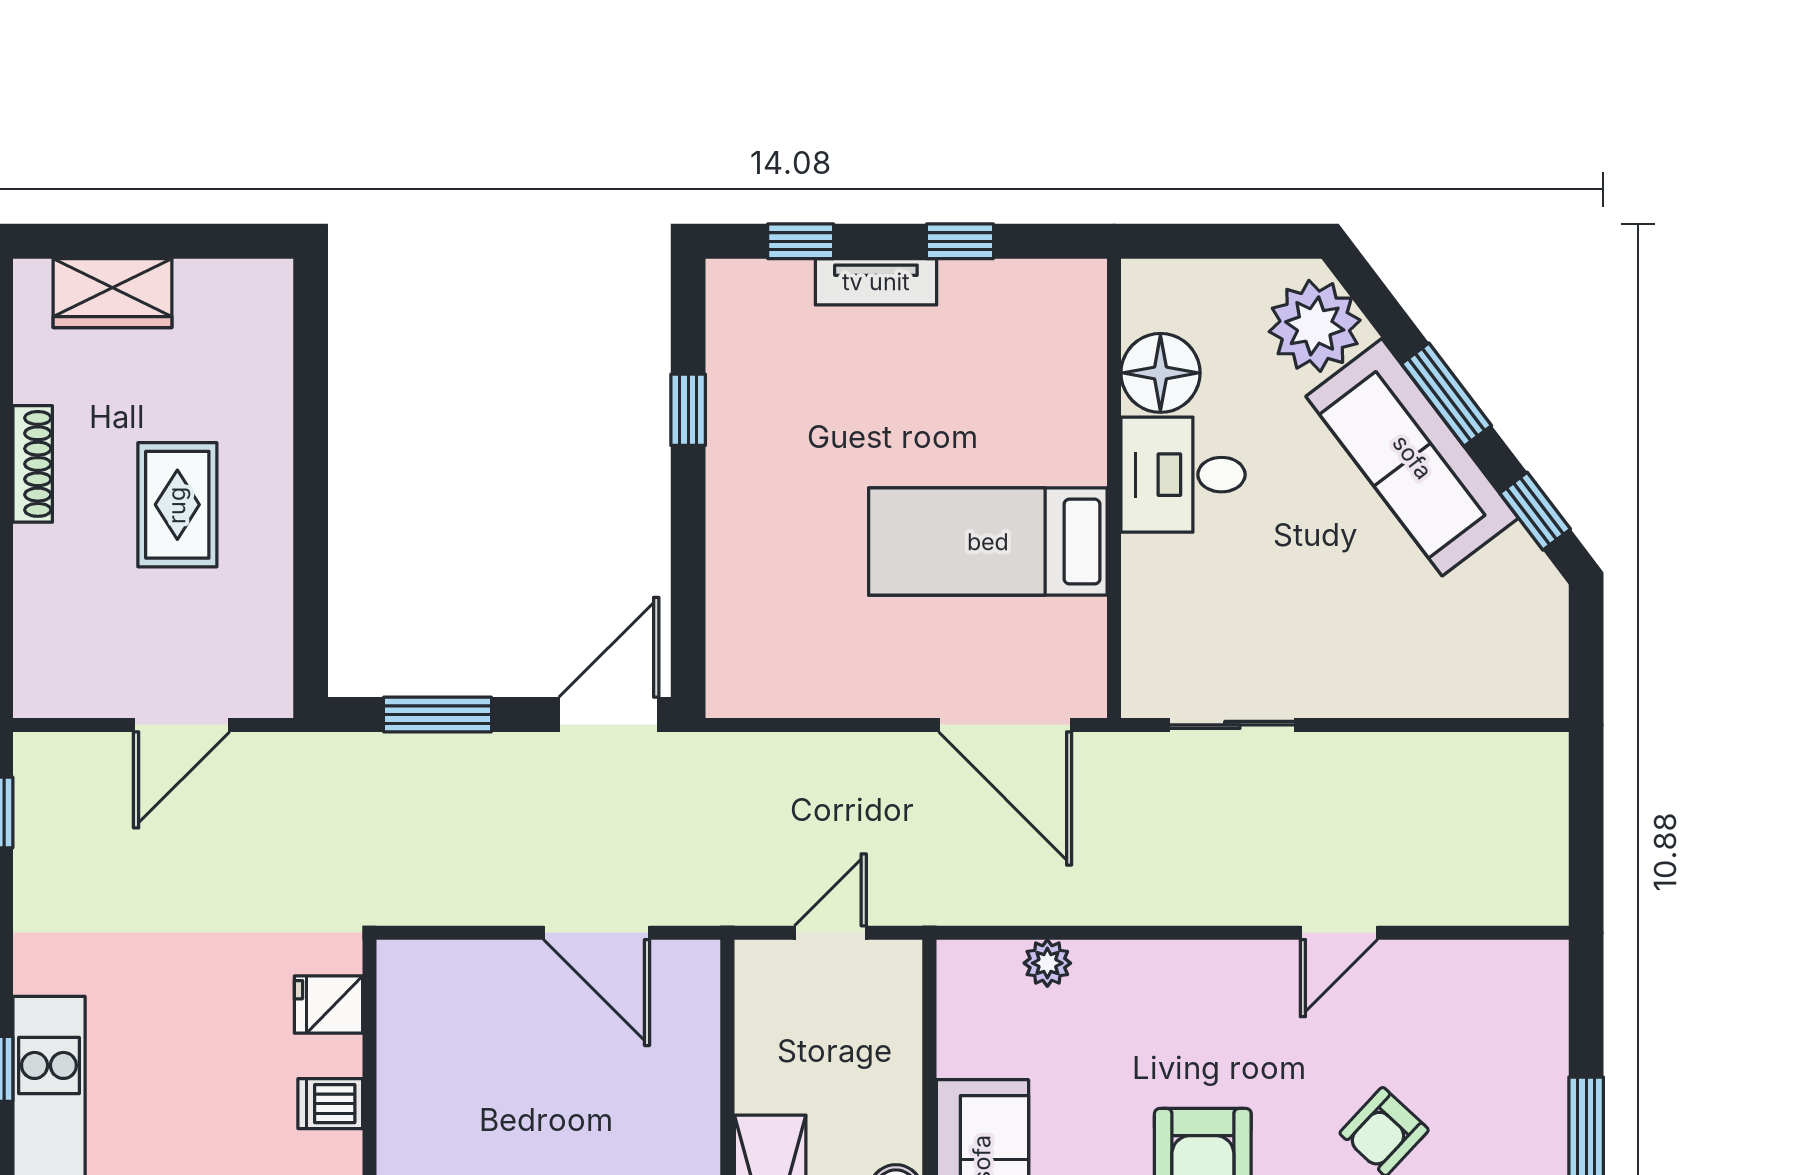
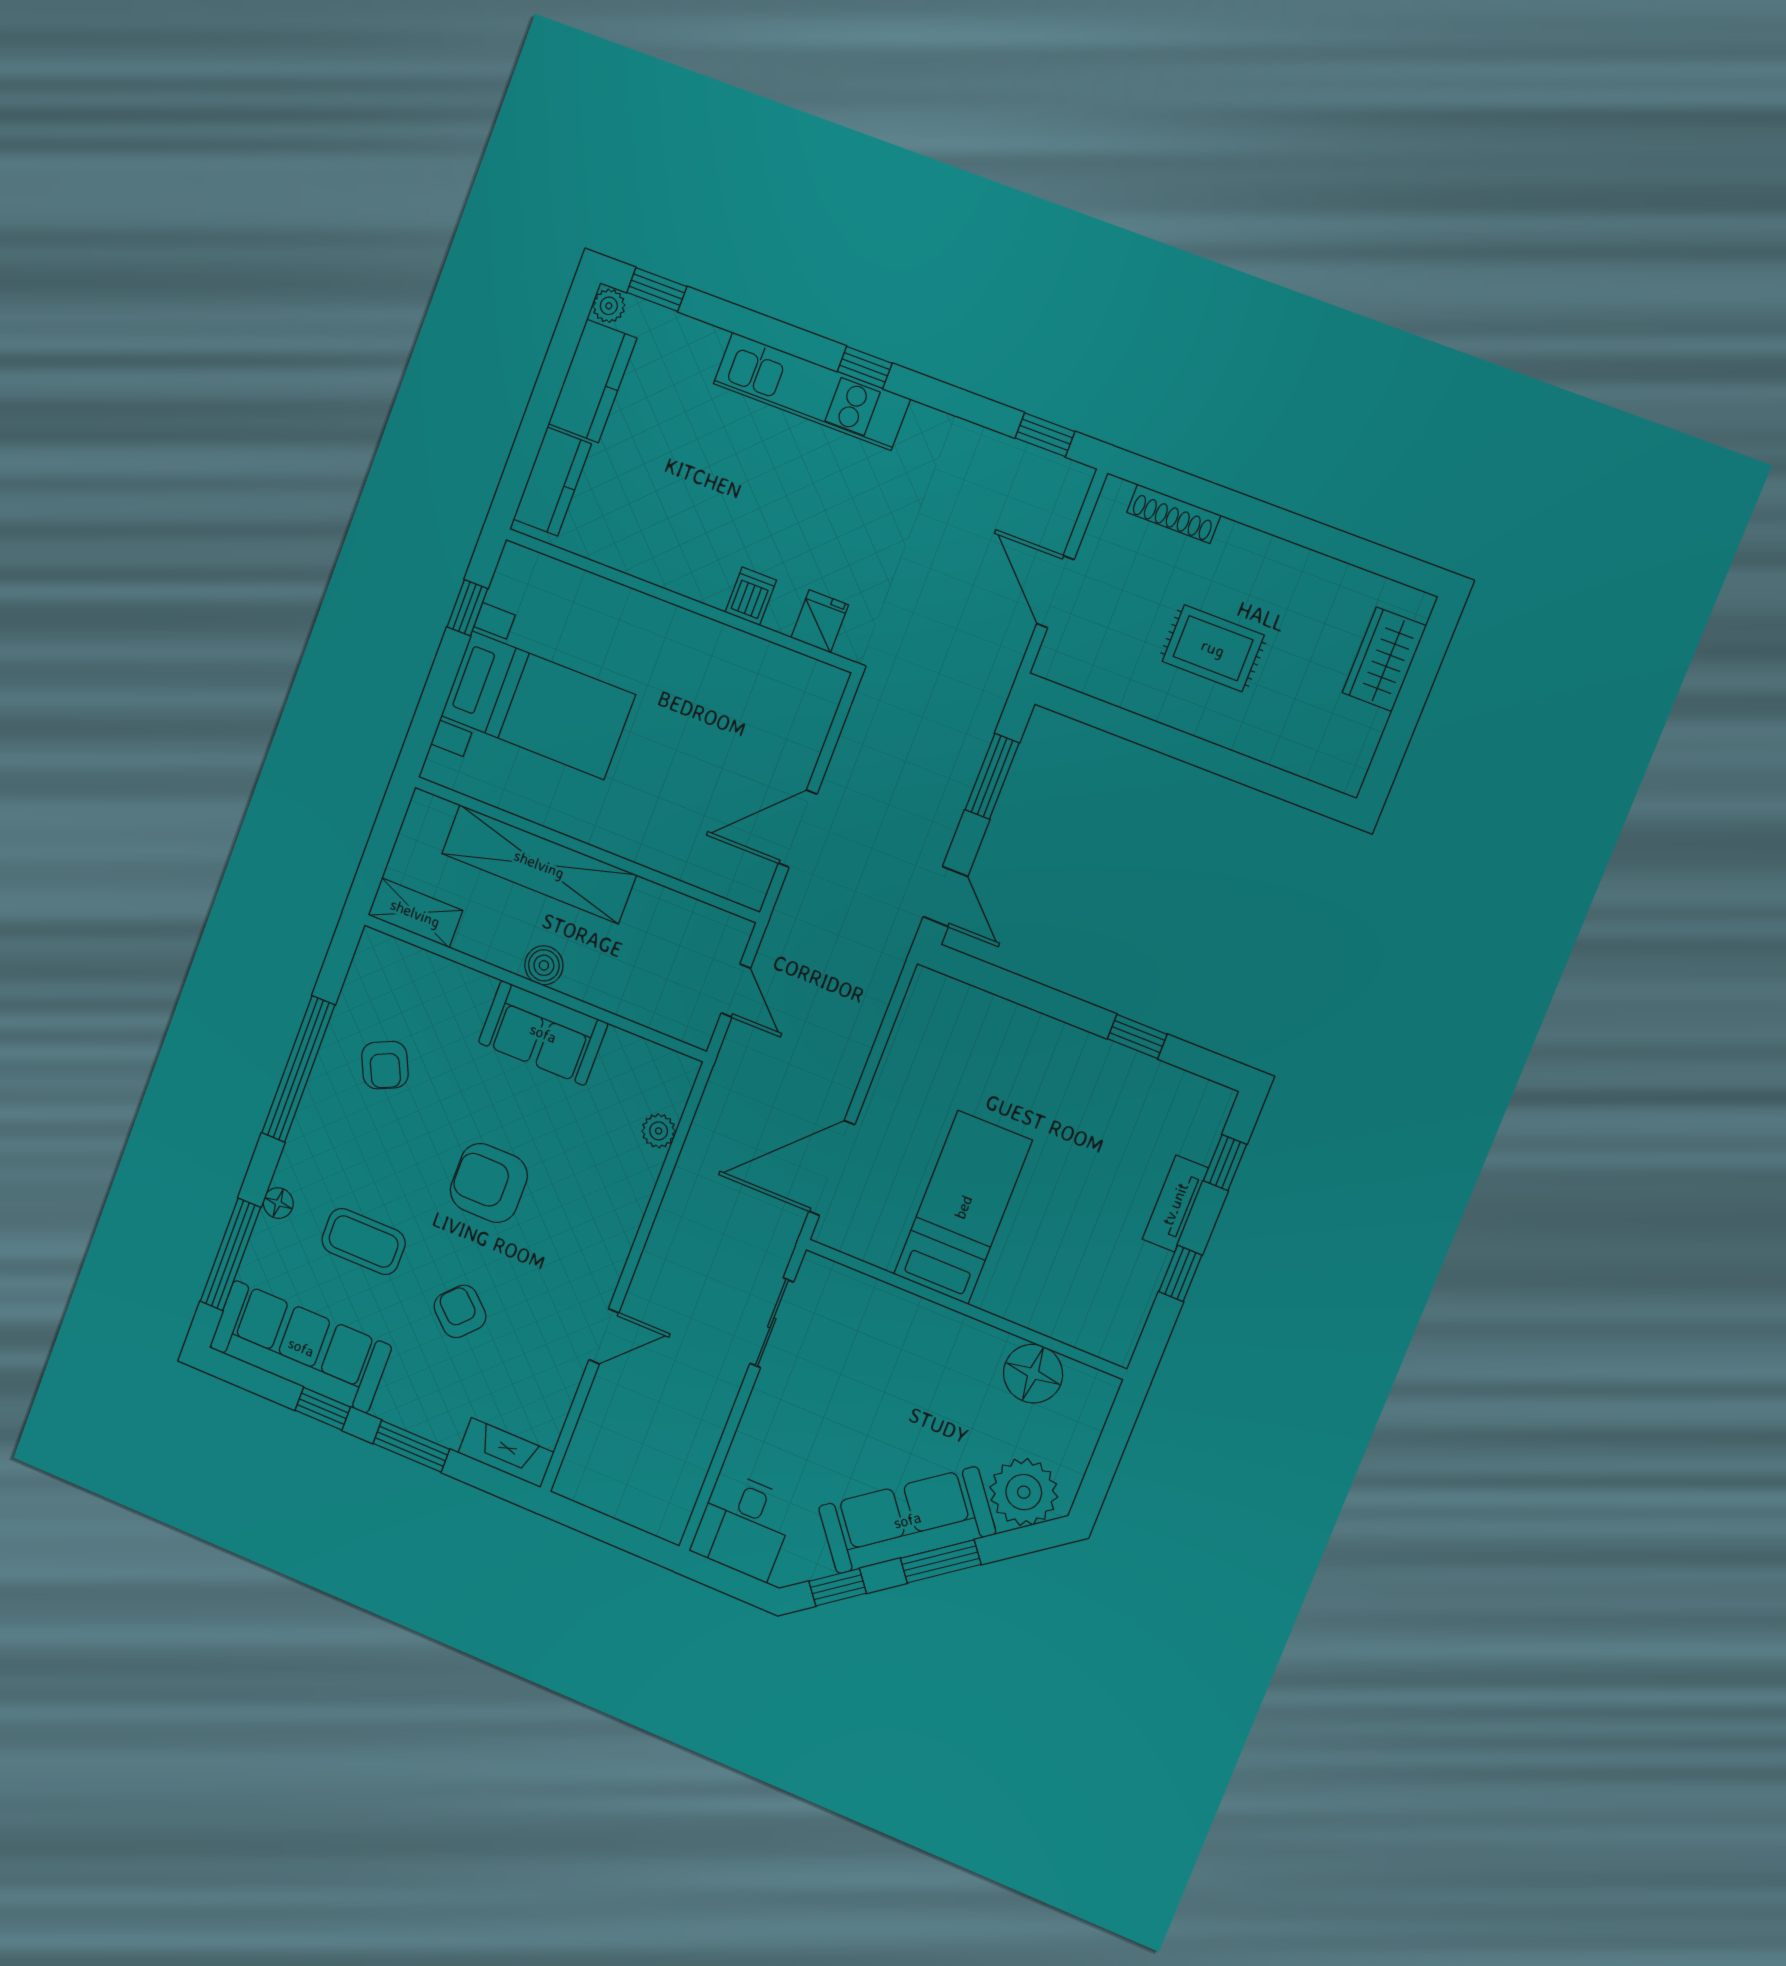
shoe rack: (33, 464) -> (1174, 514), moved
desk: (1183, 475) -> (744, 1526), moved, turned 180
door: (609, 715) -> (945, 897), width x0.73
door: (1339, 933) -> (604, 1336), swing flipped
fireplace: (1542, 1002) -> (506, 1453), added

